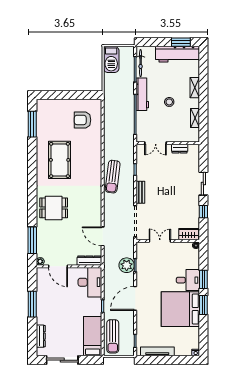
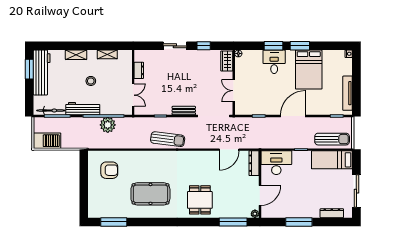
armchair: (83, 120) -> (109, 170), turned -90
plant: (127, 265) -> (108, 125), moved
door: (135, 298) -> (293, 116), swing flipped
bed: (180, 309) -> (309, 70), width x0.73

